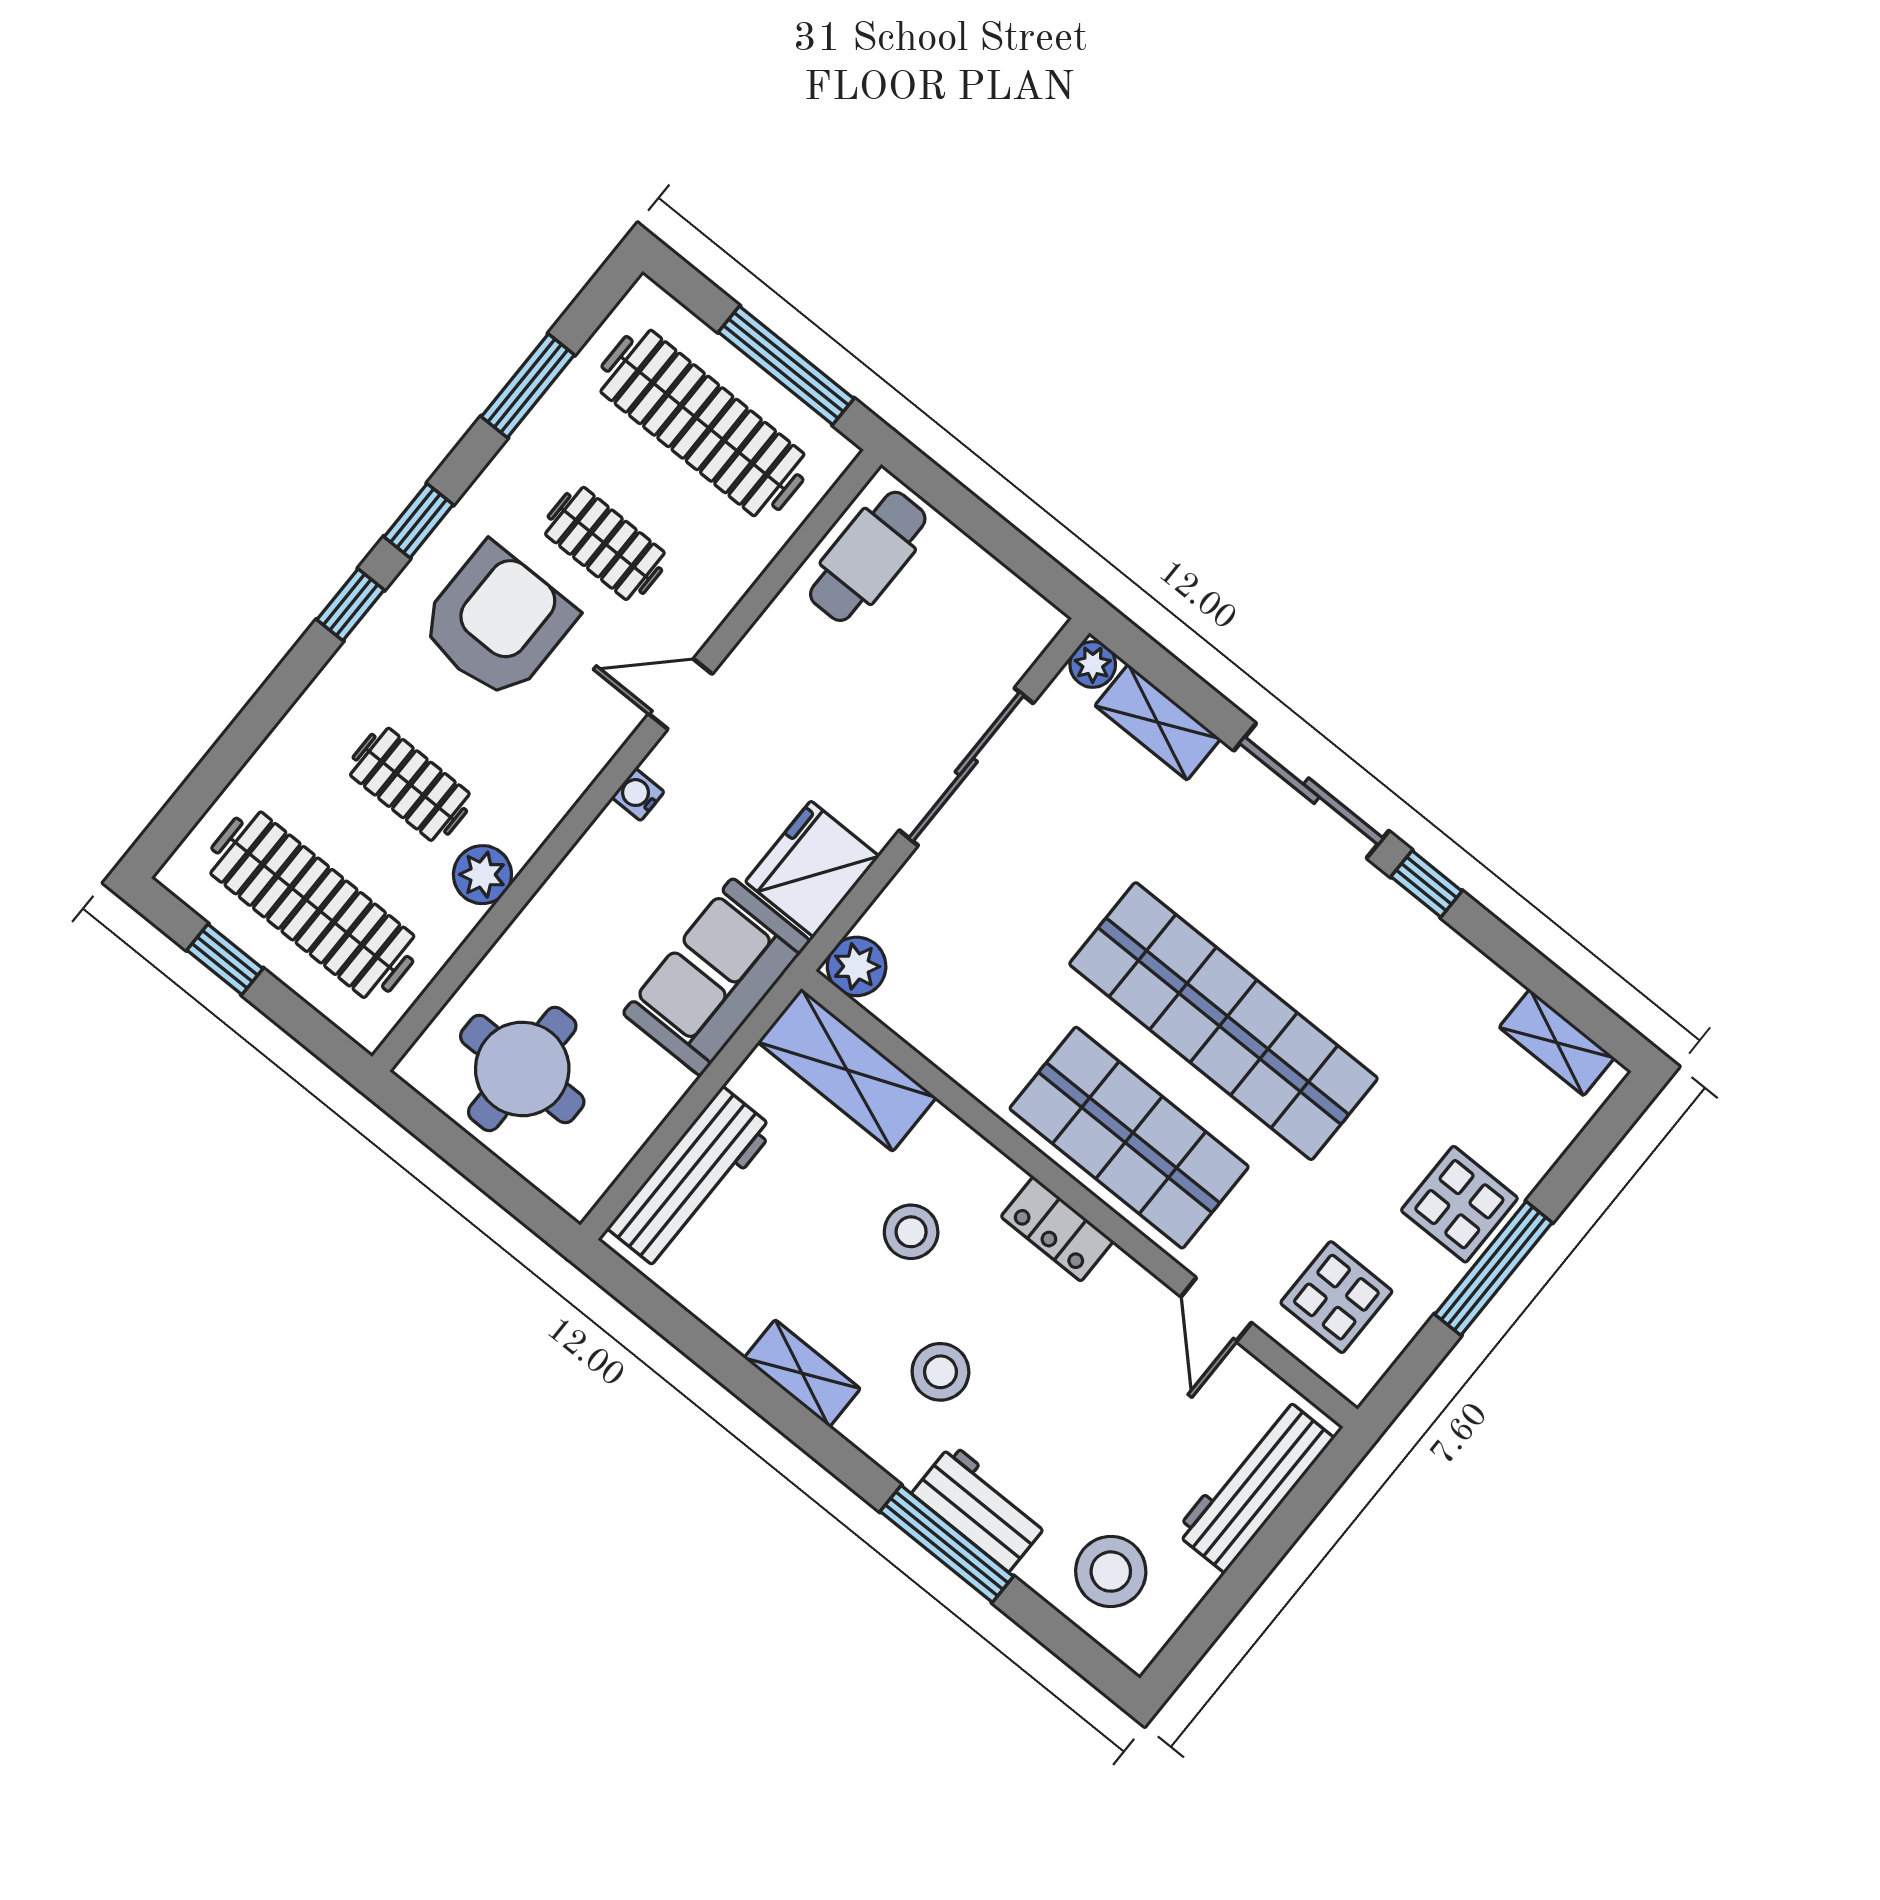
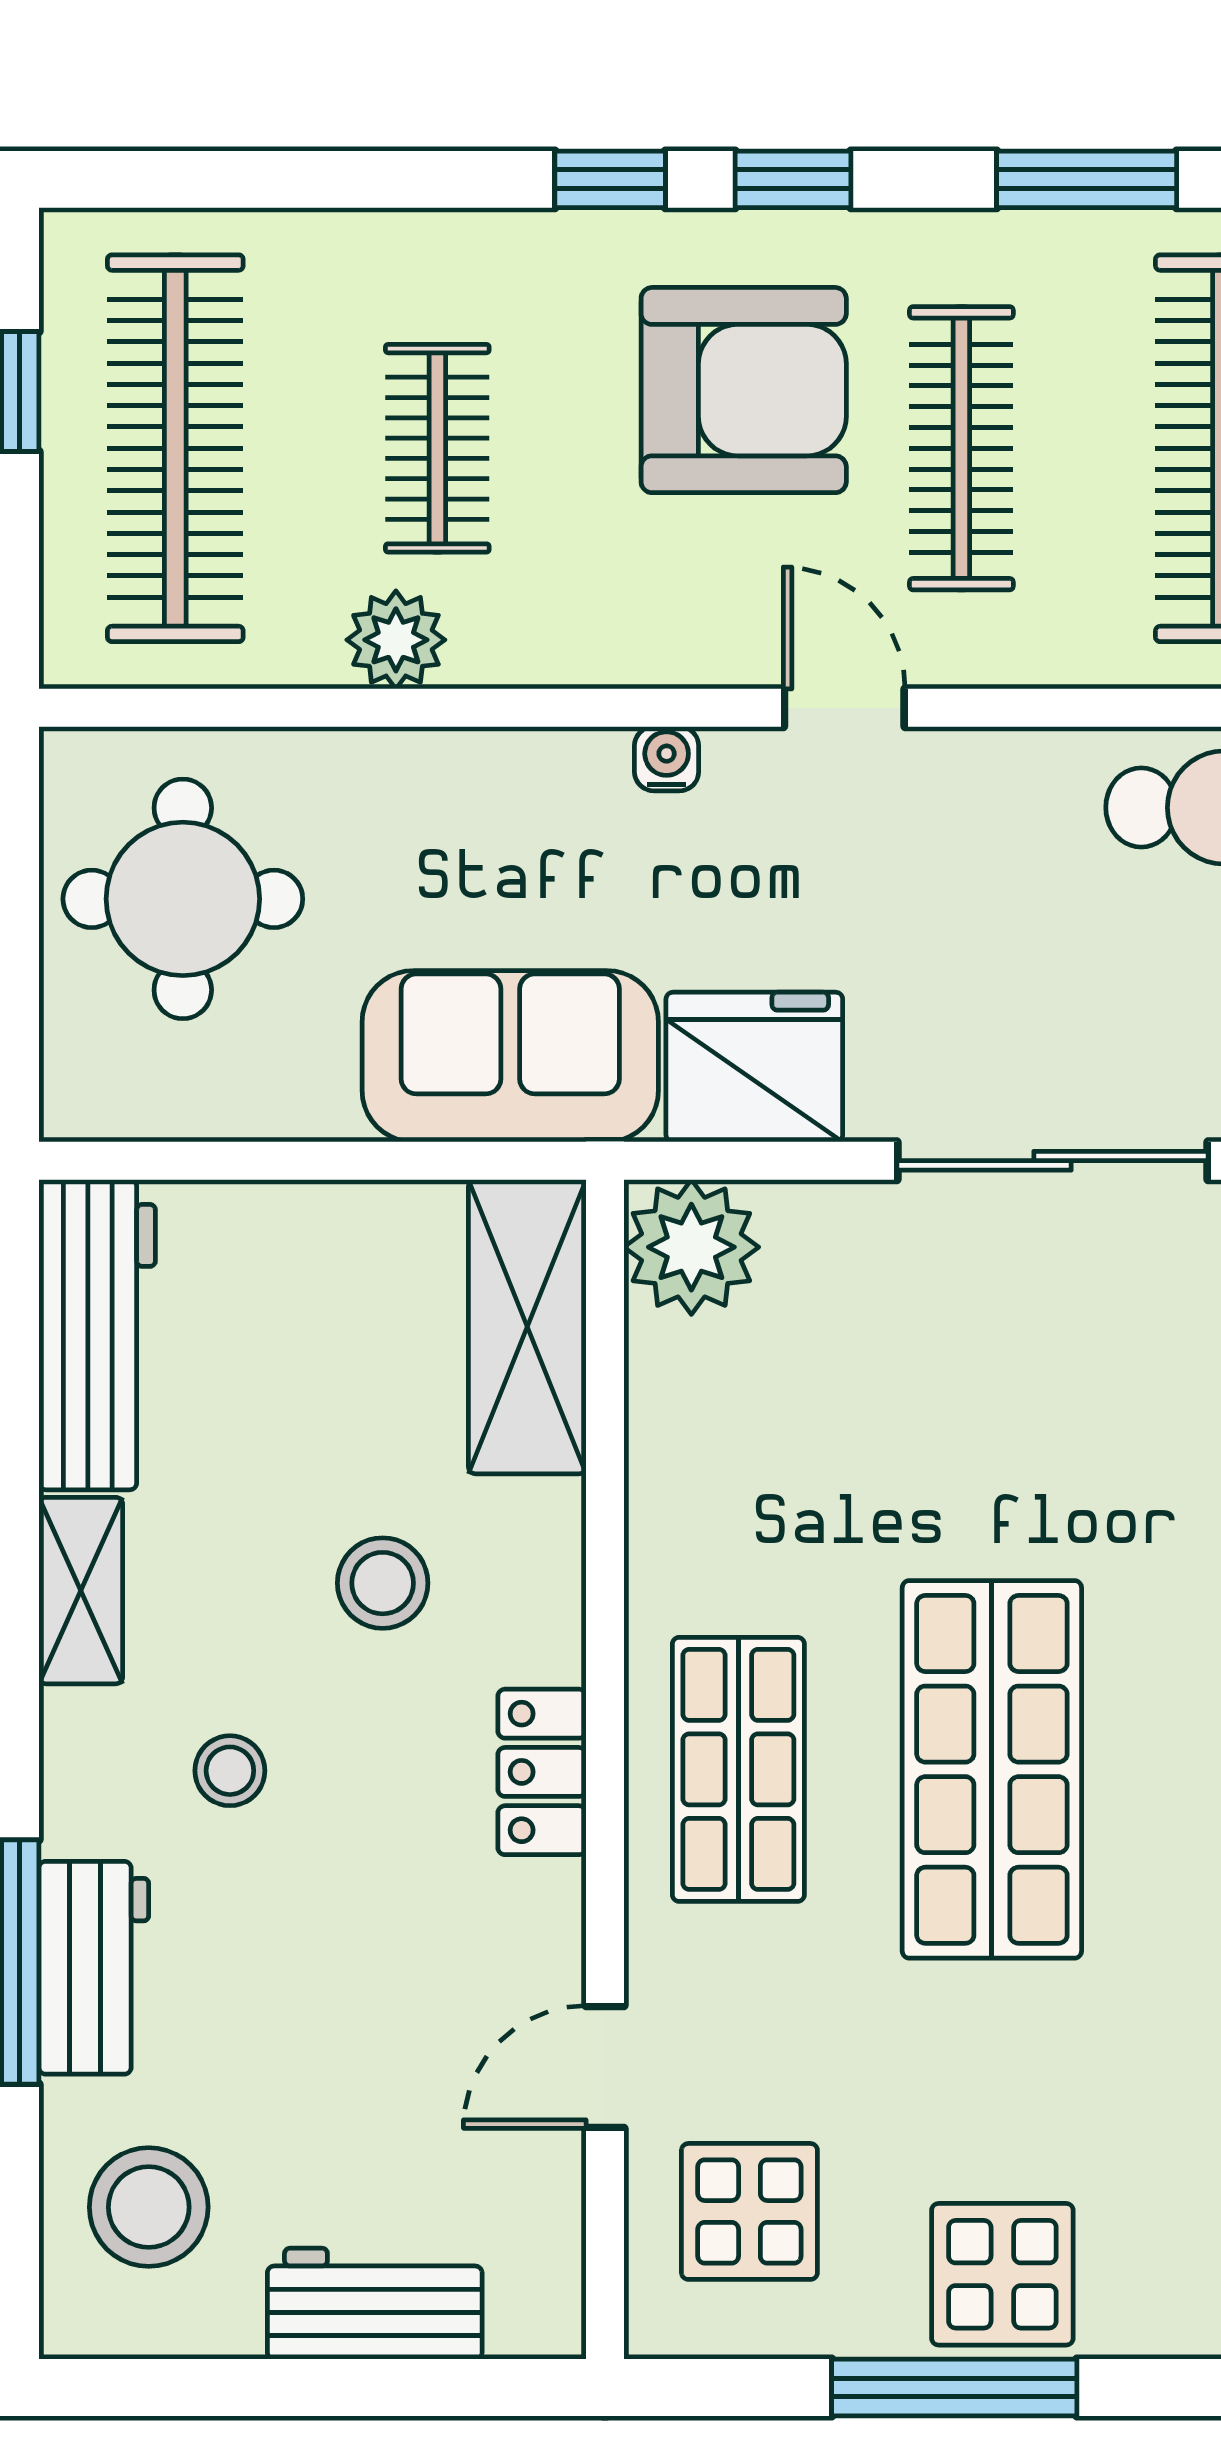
clothes rail: (605, 543) -> (961, 448), width x1.36
plant: (857, 966) -> (691, 1247), width x1.36, depth x1.36
shop shelf: (1223, 1021) -> (992, 1769), width x0.71
shop shelf: (1129, 1138) -> (738, 1769), width x0.70, depth x0.74
workbench: (691, 1179) -> (97, 1335), moved, turned -90
stool: (940, 1372) -> (230, 1771), width x0.73, depth x0.73
workbench: (1254, 1485) -> (375, 2304), width x0.73

